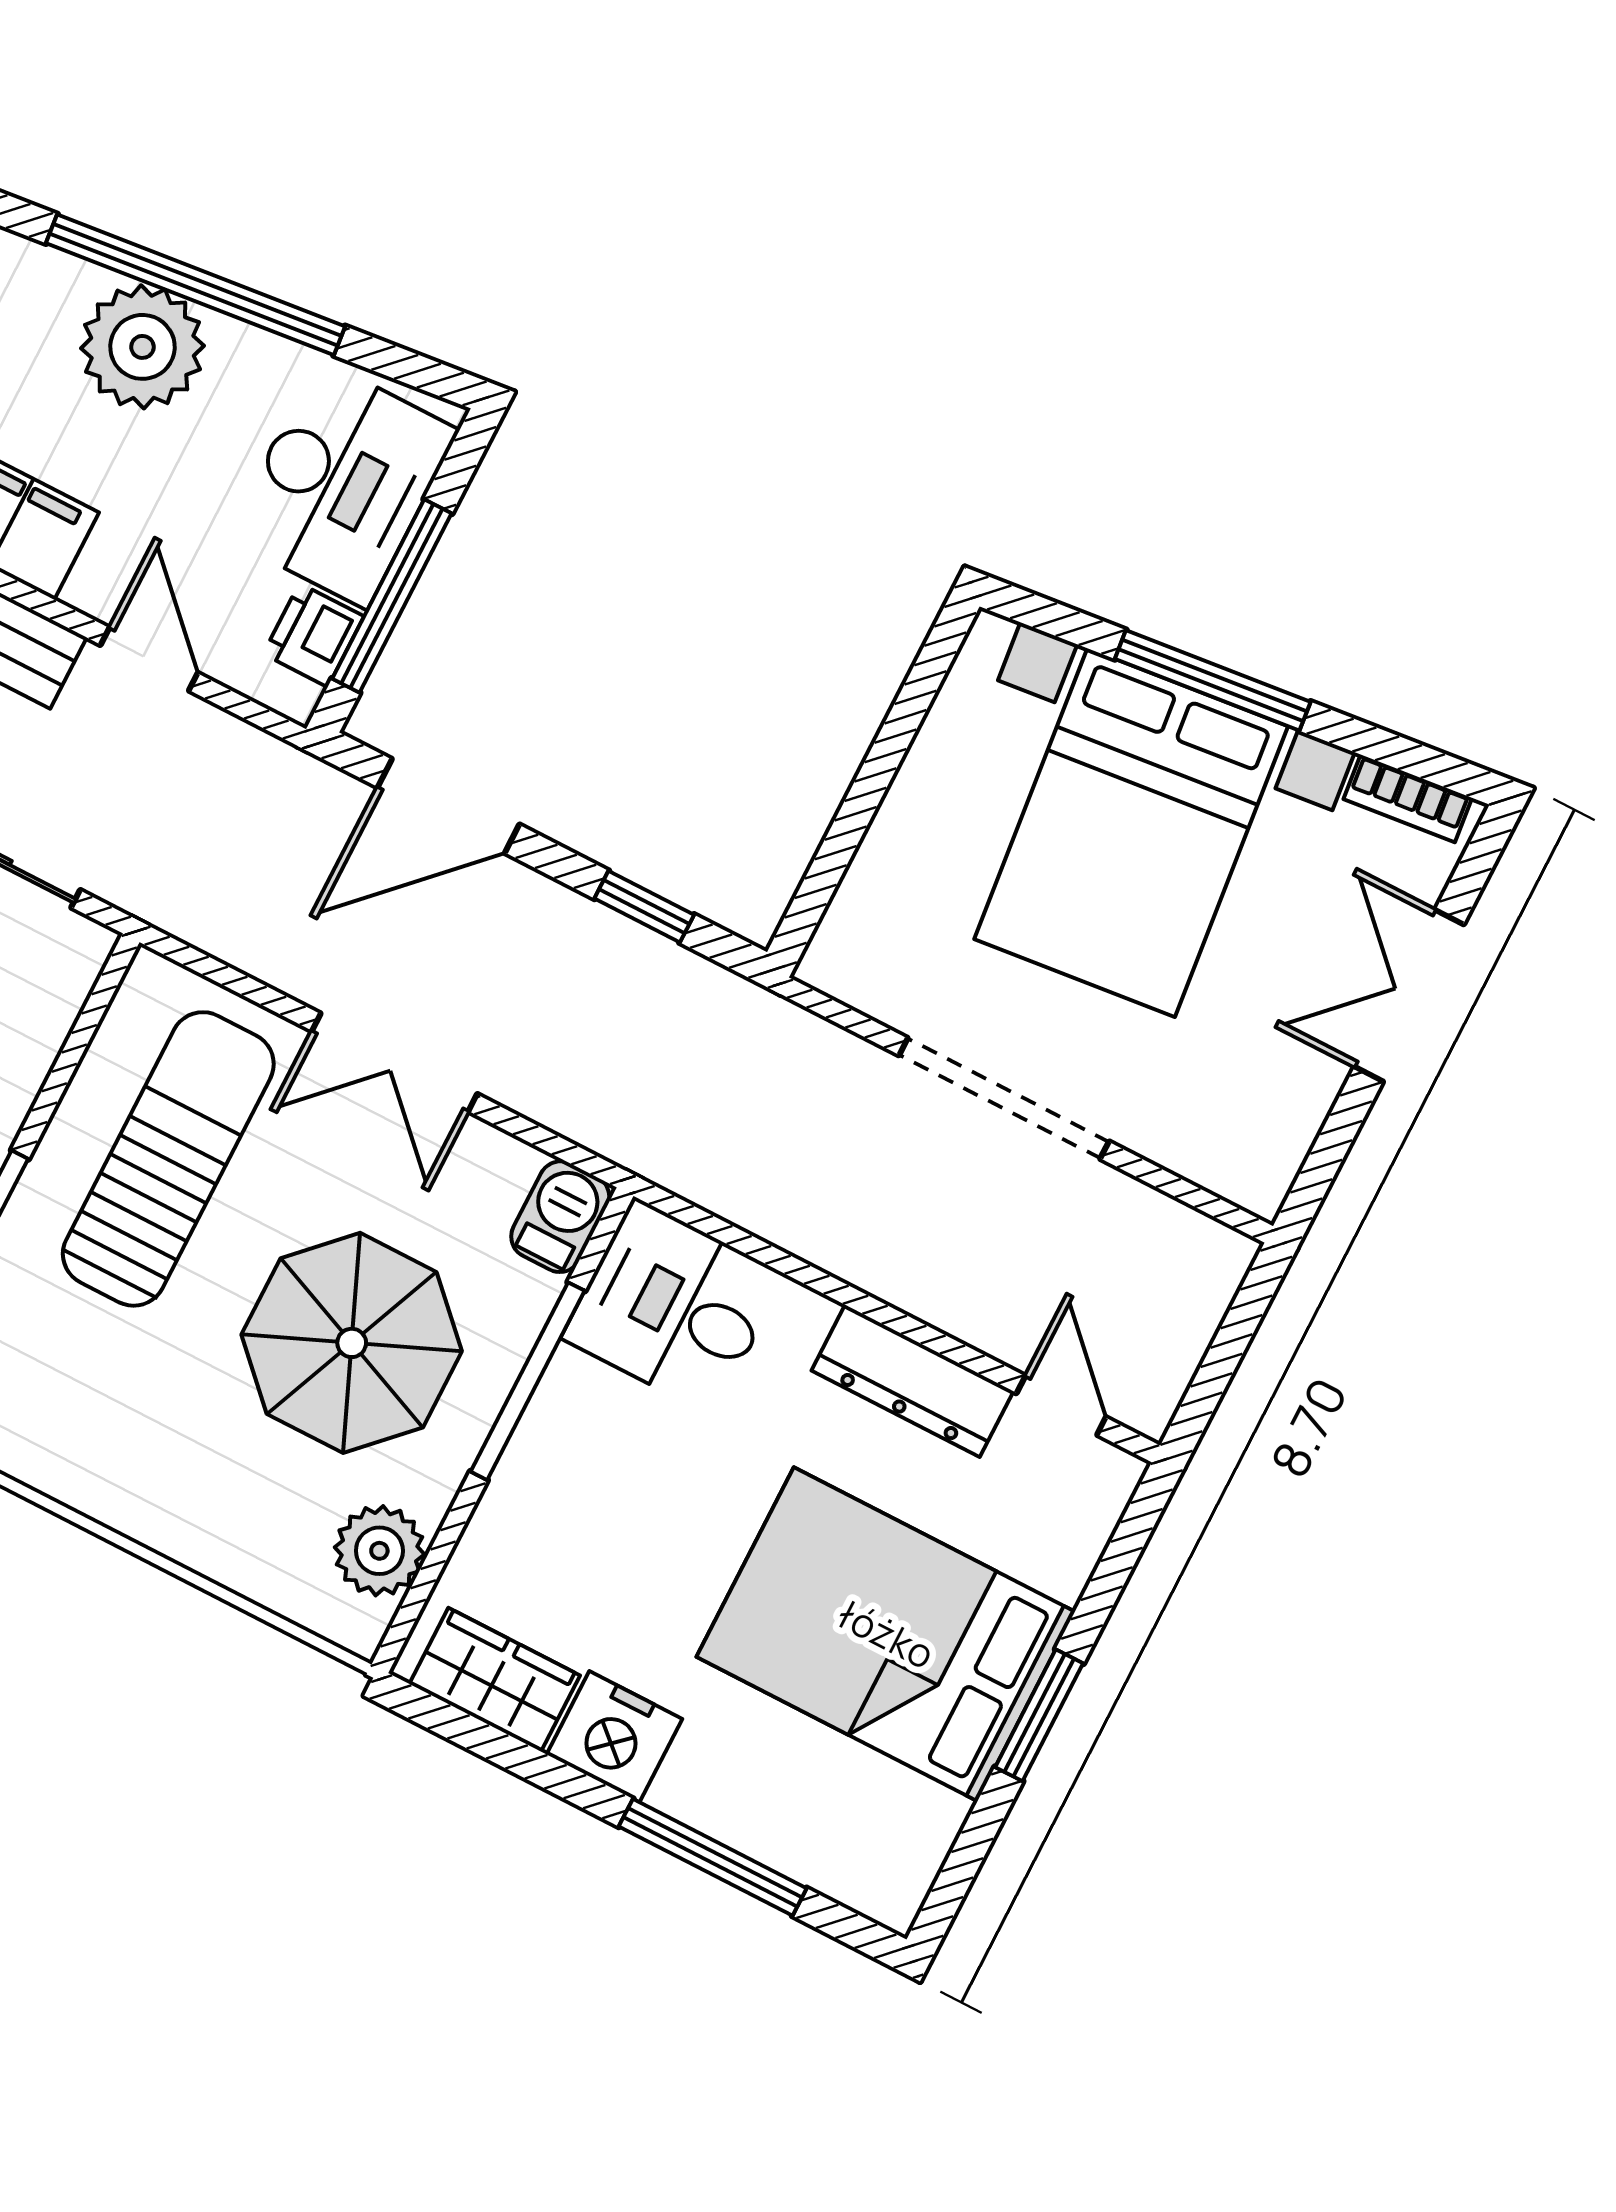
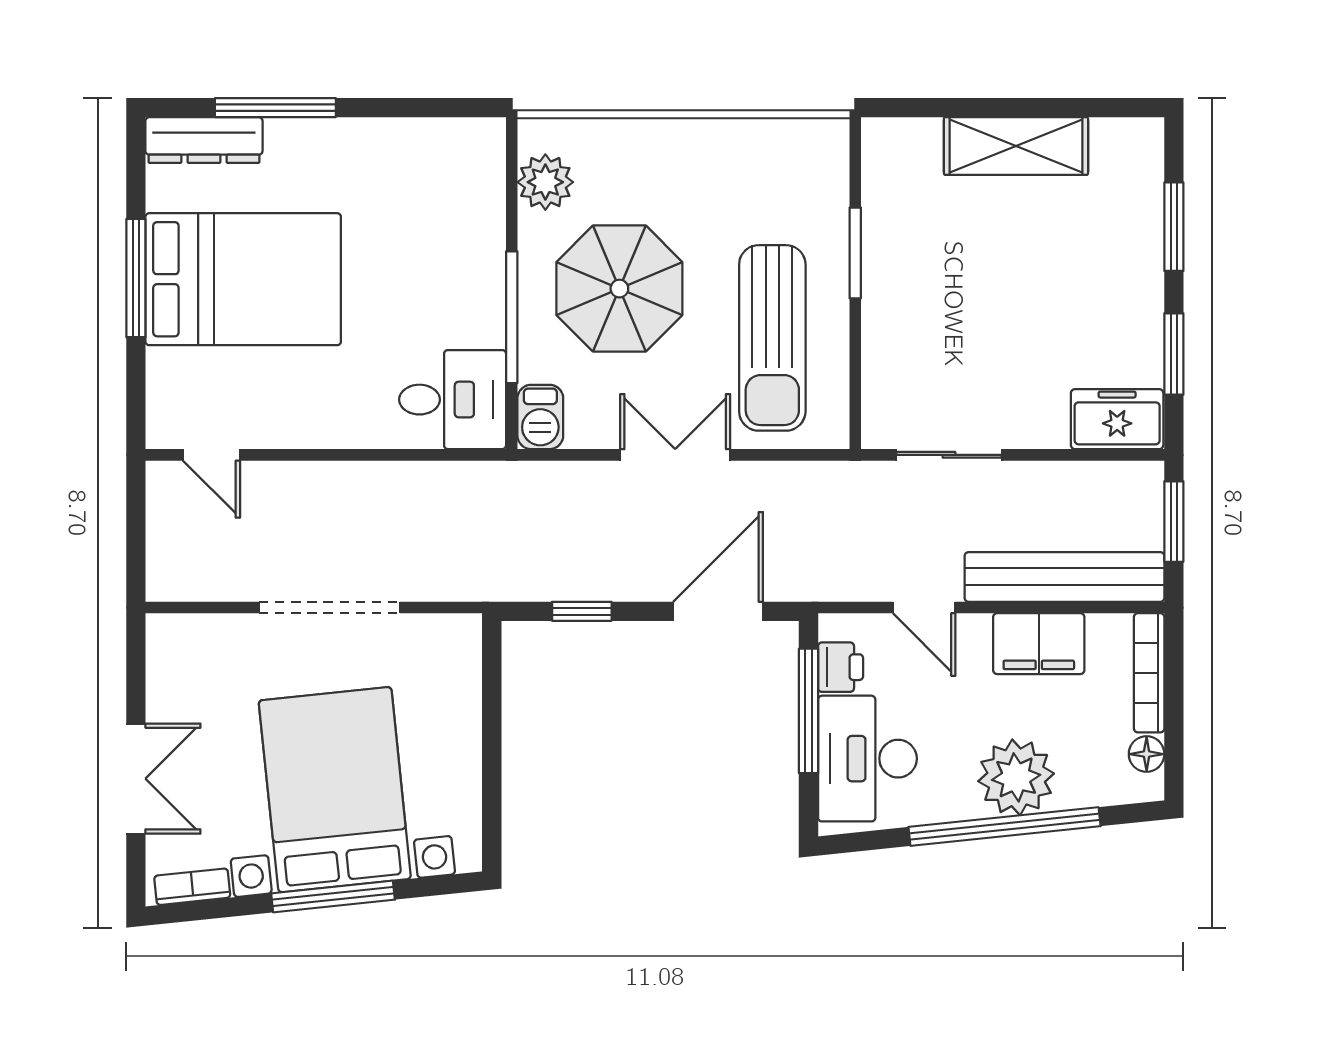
dresser: (912, 1381) -> (204, 140), moved, turned 180
wardrobe: (495, 1680) -> (446, 144), removed
window: (1039, 1715) -> (136, 278), width x1.44
nightstand: (614, 1737) -> (364, 146), removed

